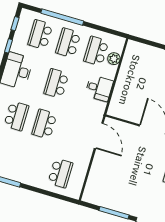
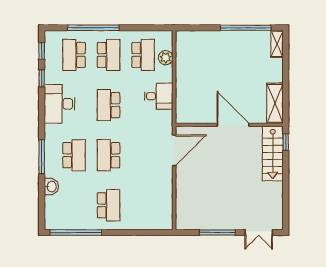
school desk: (68, 43) -> (109, 55), turned 180
school desk: (96, 51) -> (143, 55), turned 180
door: (99, 136) -> (174, 150), hinge flipped
school desk: (60, 173) -> (109, 205), moved

